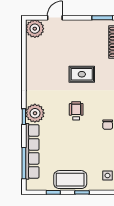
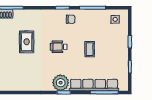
coffee table: (70, 180) -> (90, 49), moved, width x0.54, depth x0.58

